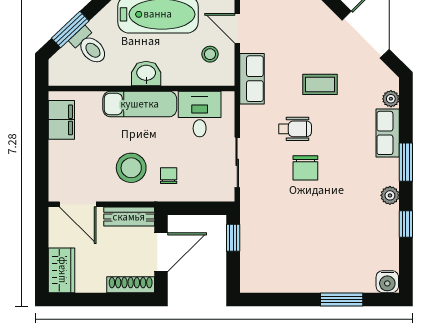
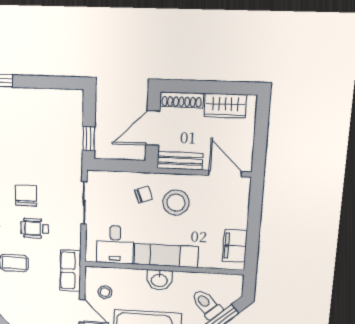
chair: (169, 176) -> (143, 195), turned -110
wardrobe: (61, 270) -> (225, 106), moved, turned -90

